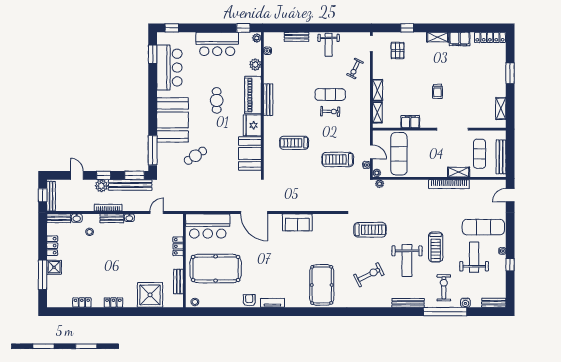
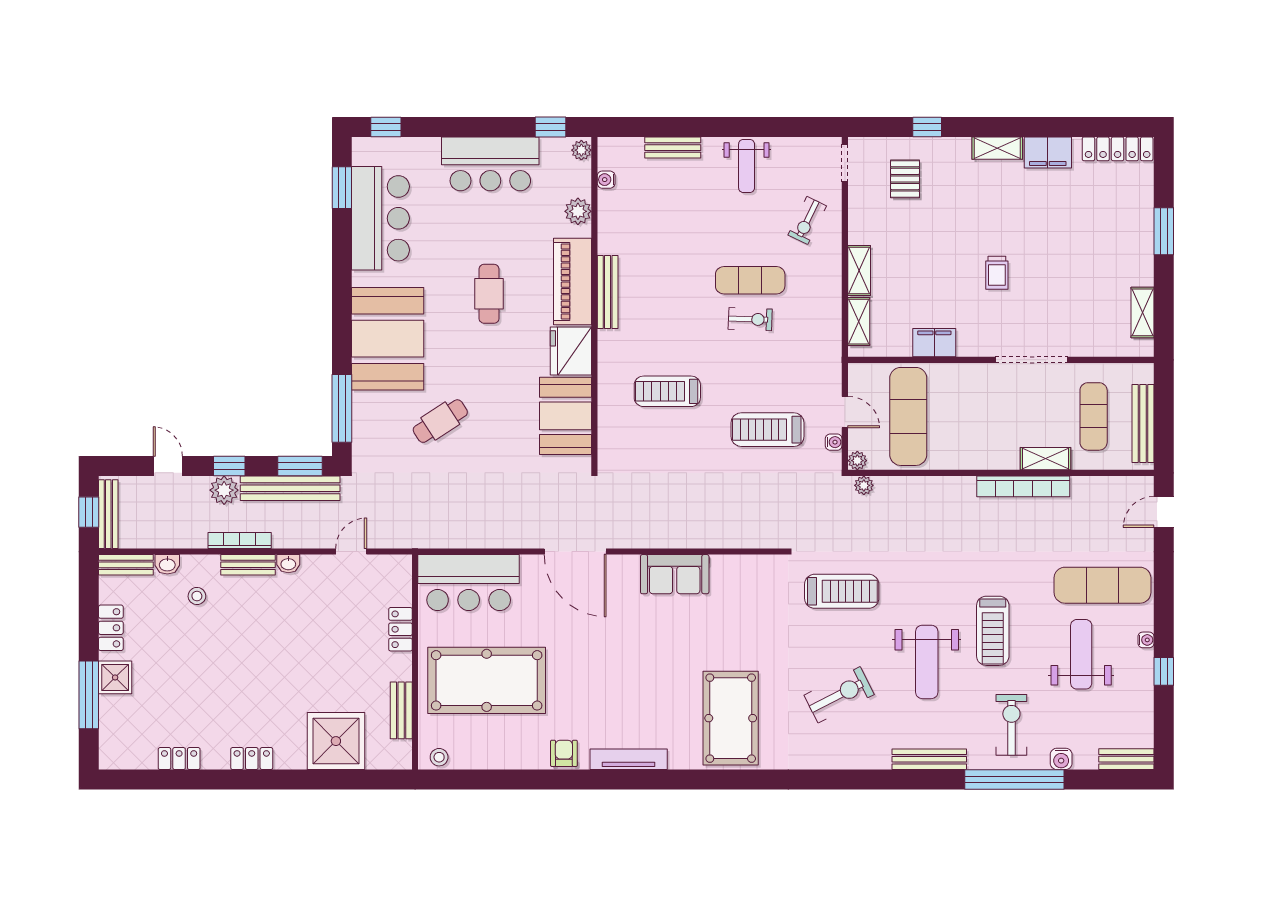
tv unit: (272, 303) -> (629, 759), width x1.41

